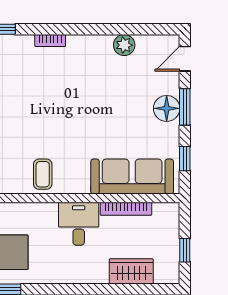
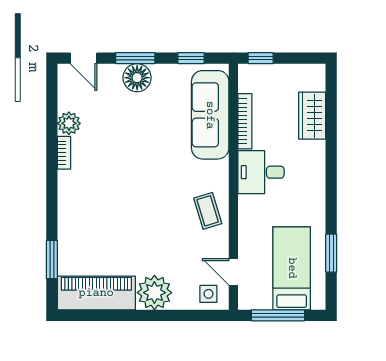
bookcase: (50, 40) -> (64, 153), moved
coffee table: (43, 174) -> (208, 211), turned 73
window: (185, 250) -> (261, 58), moved

